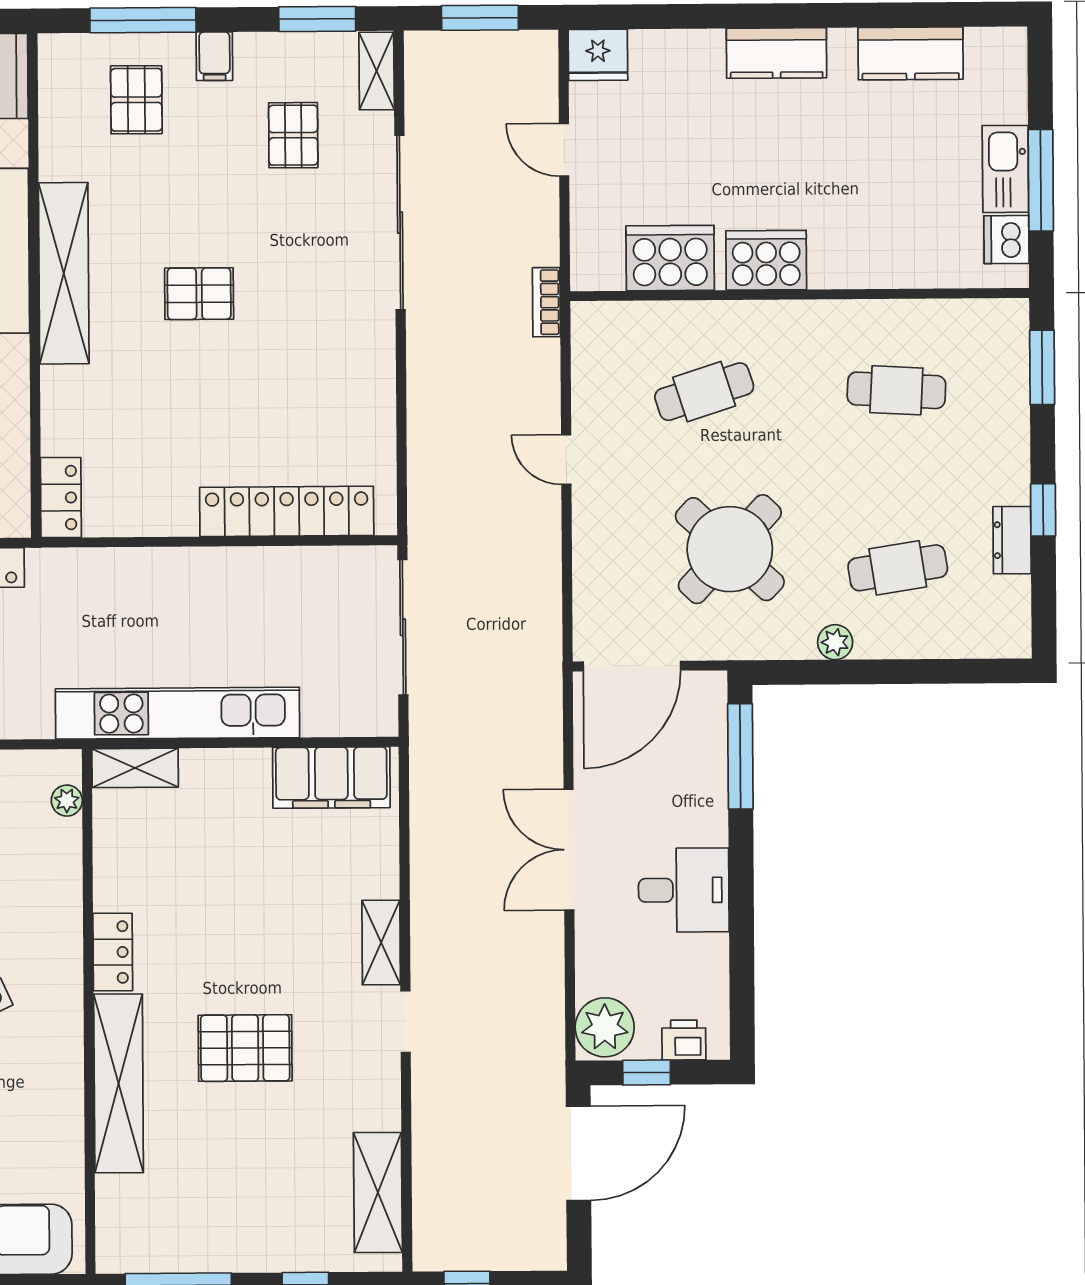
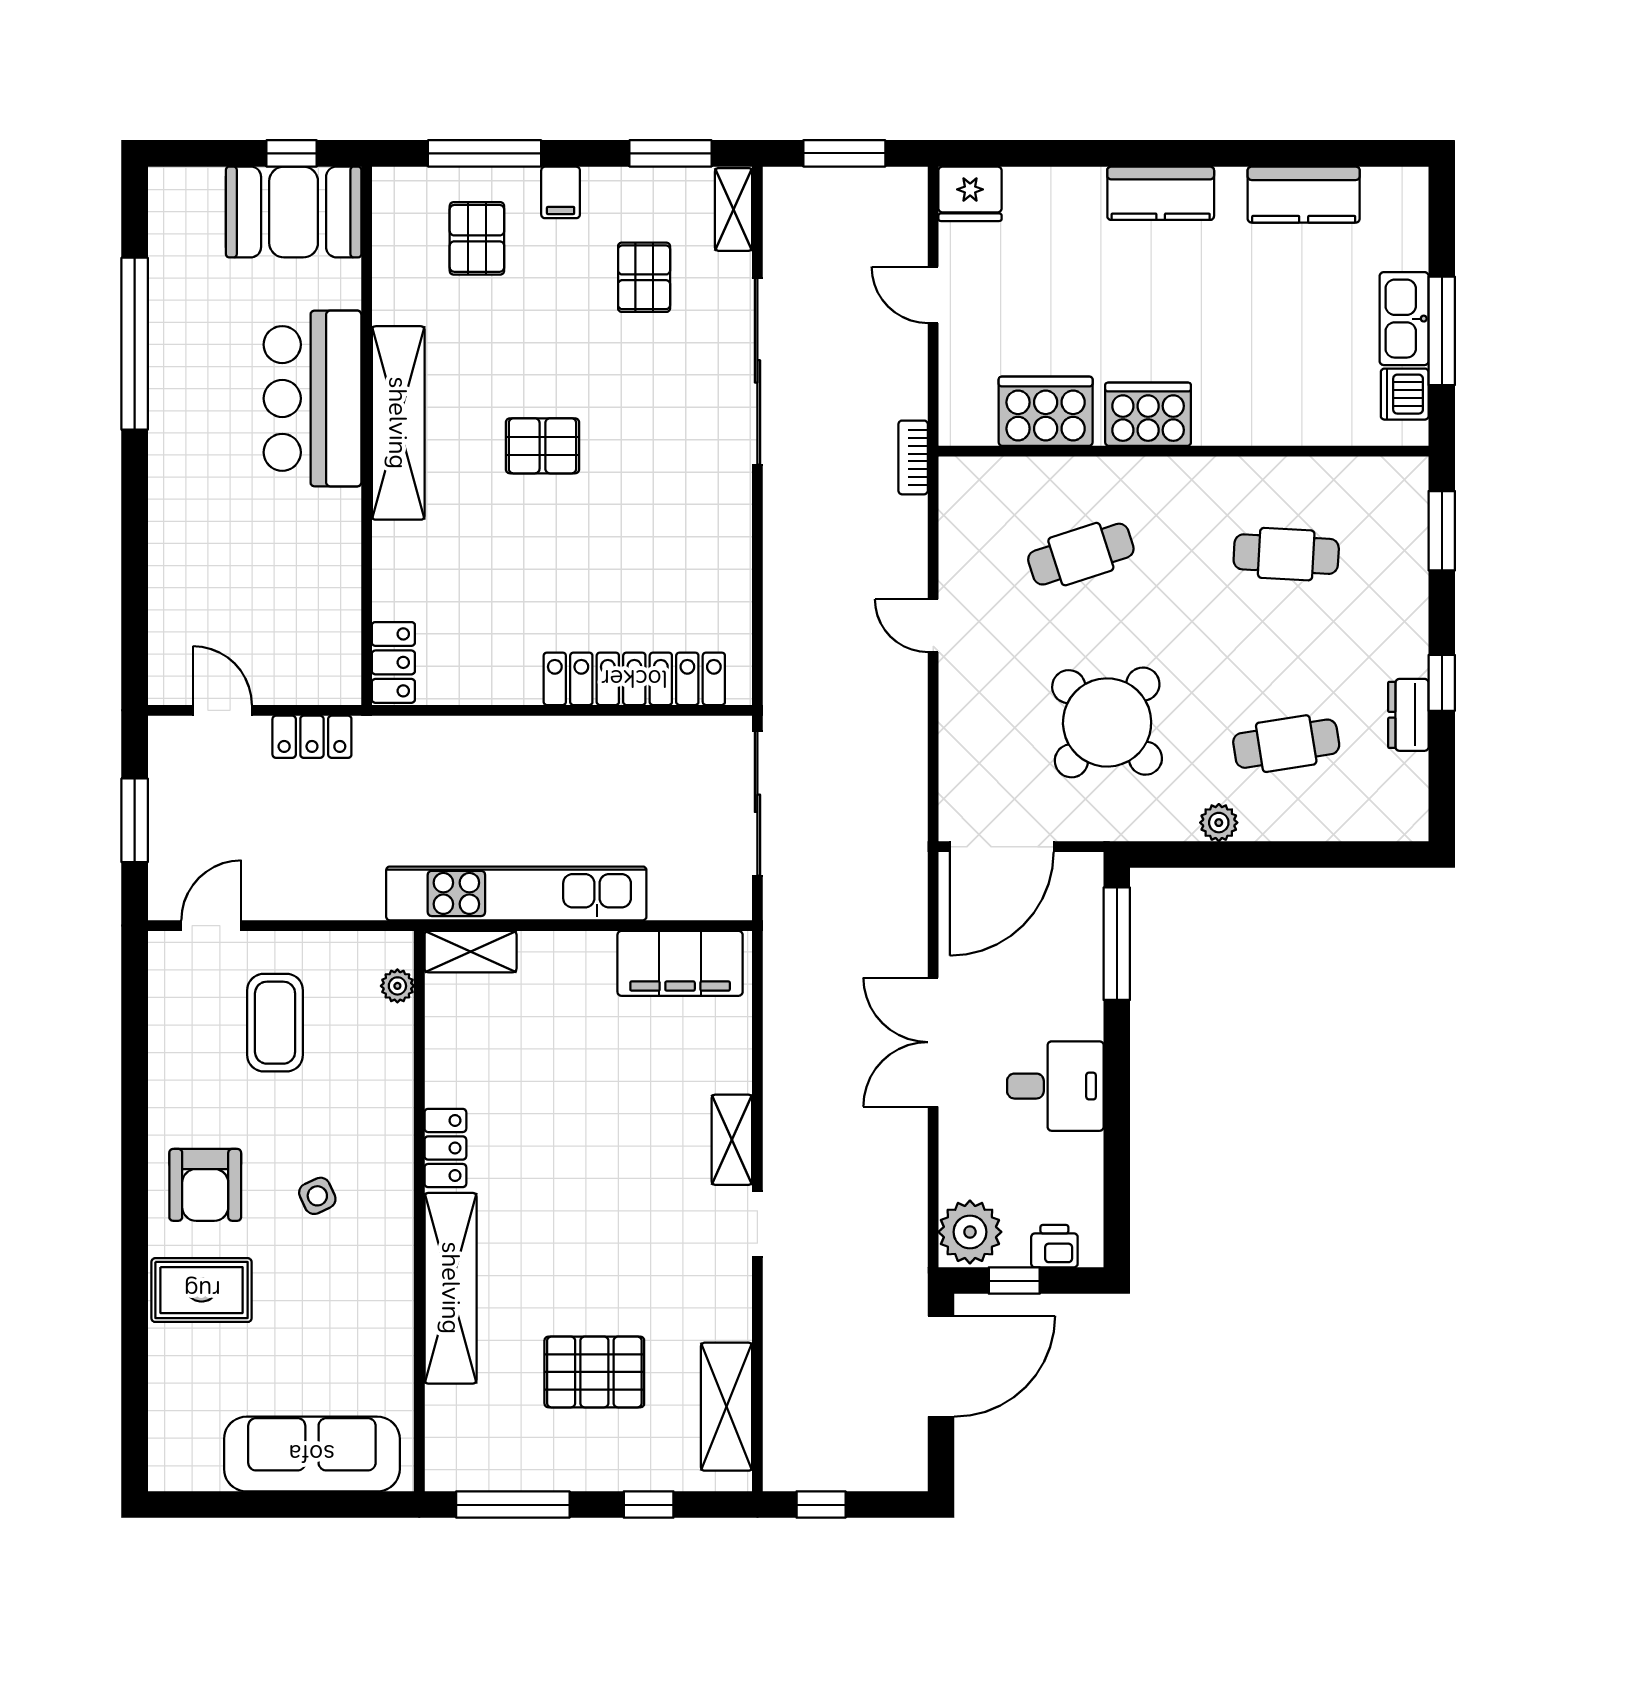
pallet: (245, 1048) -> (594, 1372), moved

